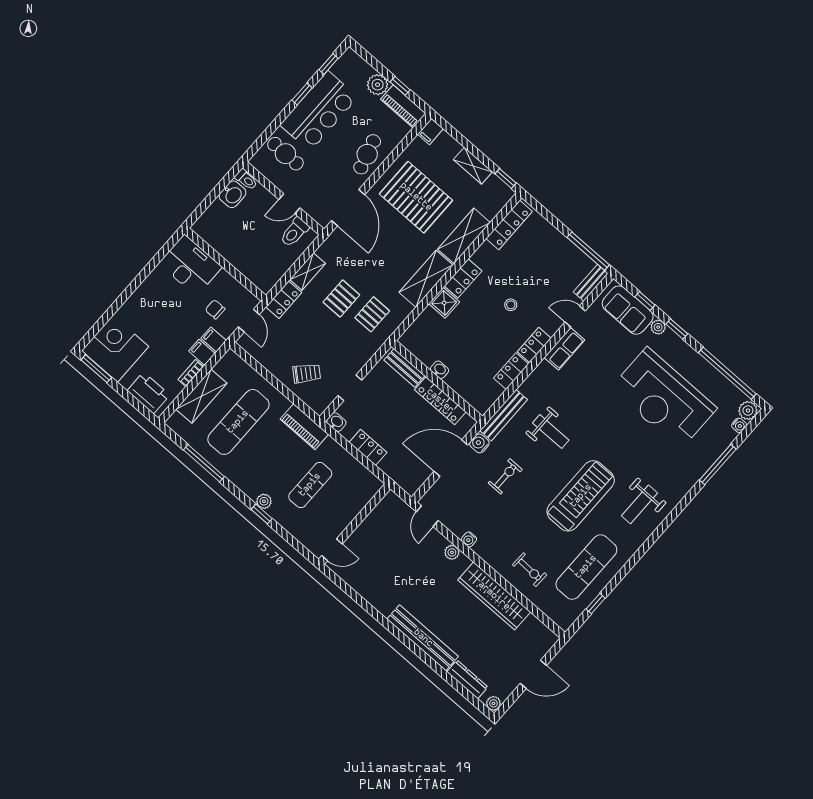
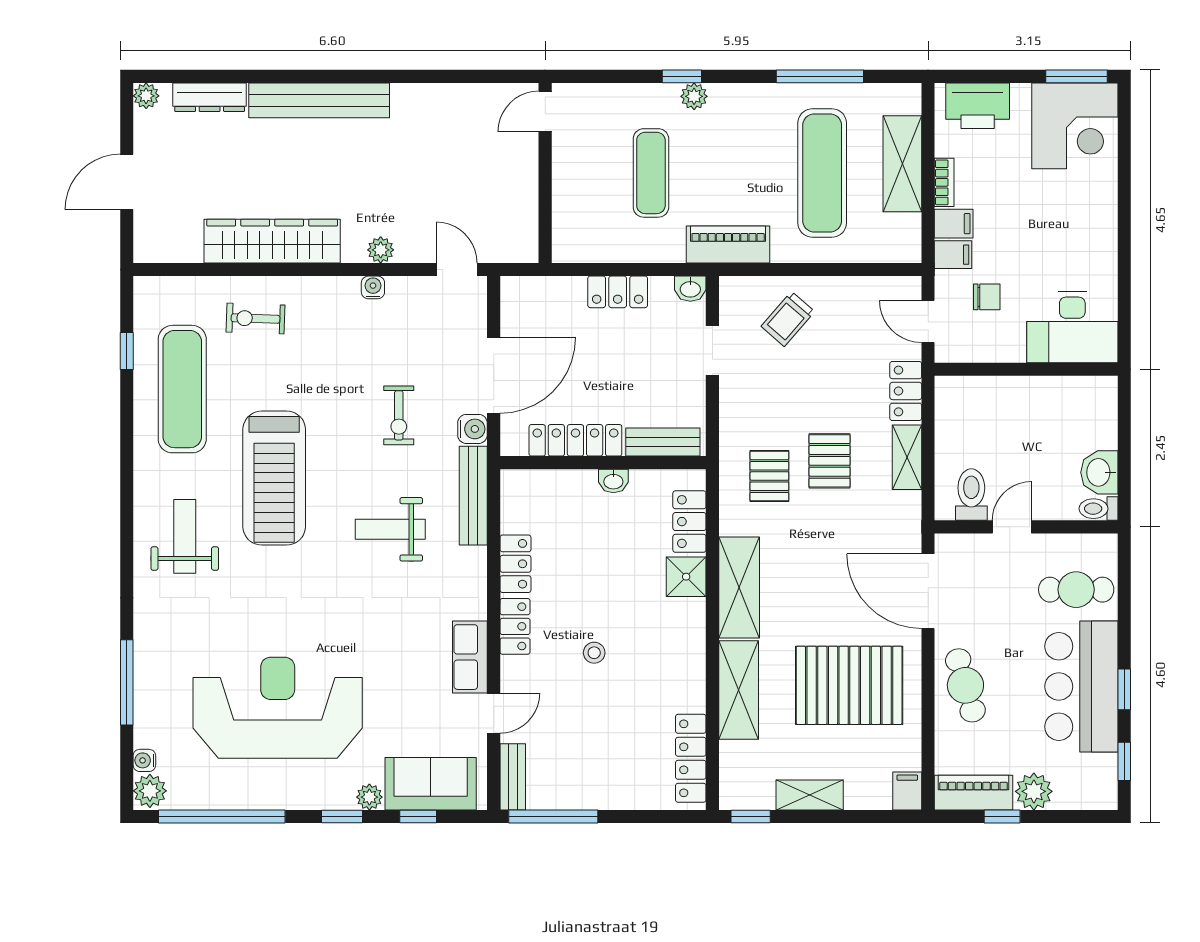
locker: (463, 278) -> (689, 522), moved

